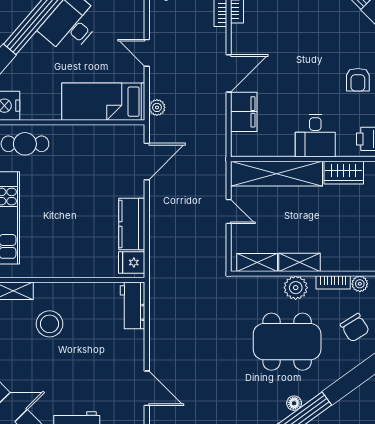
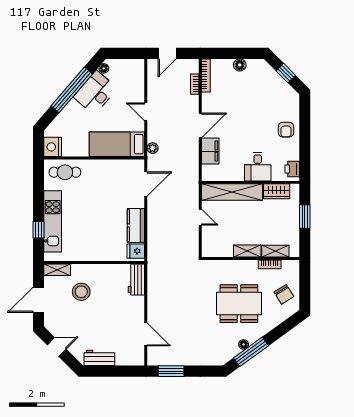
shelving: (257, 263) -> (275, 251), moved
plant: (360, 284) -> (287, 265), removed
plant: (296, 288) -> (245, 268), removed

